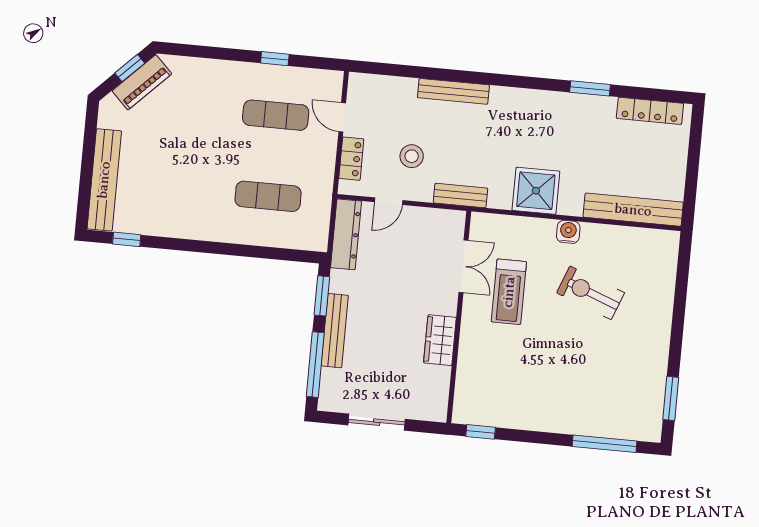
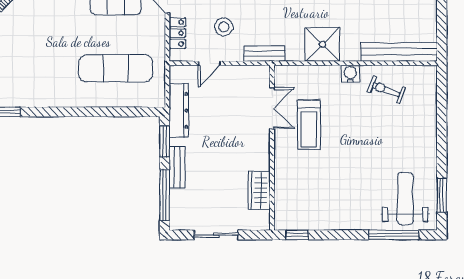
exercise mat: (268, 196) -> (116, 68), width x1.36, depth x1.45
dresser: (346, 234) -> (179, 110), moved
exercise bike: (591, 293) -> (386, 90), moved, width x0.73, depth x0.72
bench: (335, 331) -> (177, 167), width x0.73
wardrobe: (440, 340) -> (259, 190), moved
weight bench: (623, 399) -> (405, 199), added

